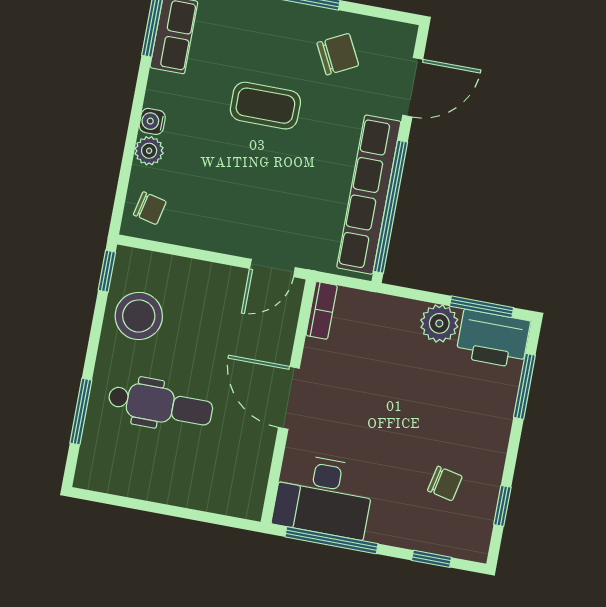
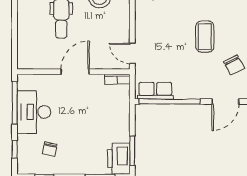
door: (413, 87) -> (225, 101), hinge flipped
row of seats: (369, 195) -> (155, 91), width x0.50
plant: (439, 323) -> (121, 133), removed
desk: (324, 496) -> (34, 112), moved

